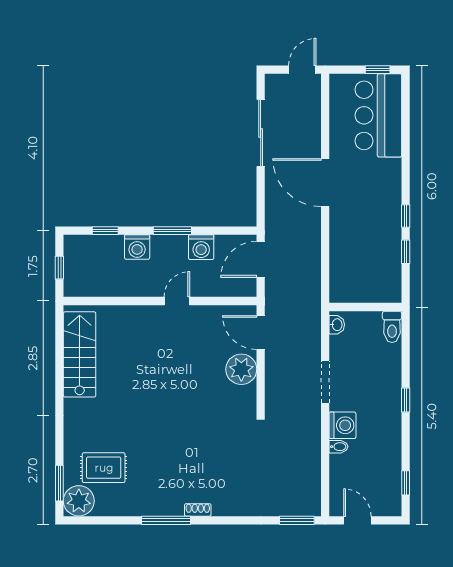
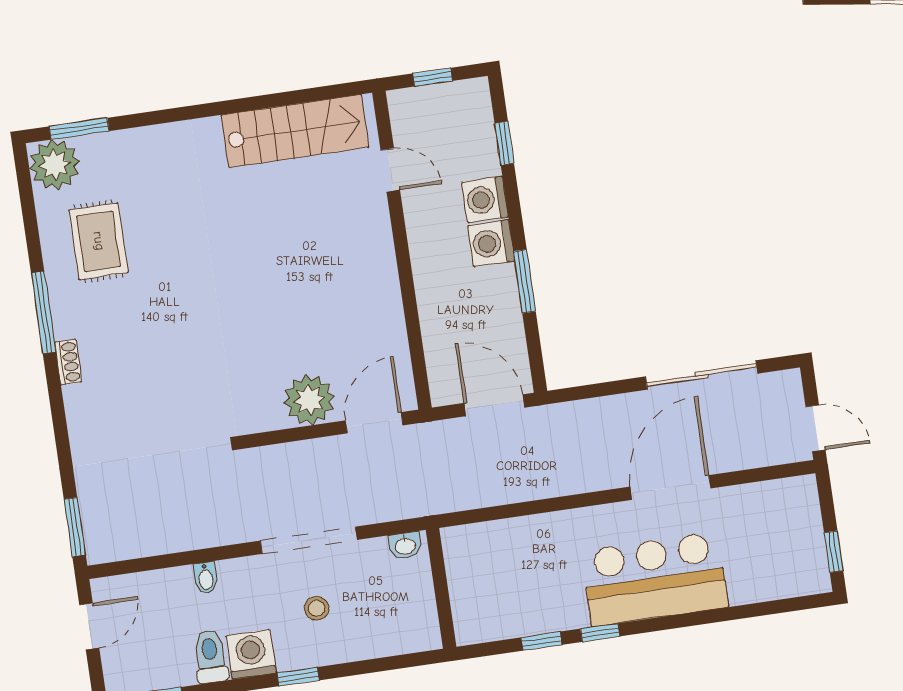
bar counter: (378, 115) -> (655, 579), moved
door: (325, 183) -> (670, 487), moved
window: (172, 231) -> (524, 281), moved
washing machine: (201, 247) -> (491, 243), moved
door: (177, 301) -> (390, 170), moved
toilet: (392, 327) -> (210, 656), moved, turned 90
doorway: (325, 382) -> (309, 540), width x1.36
stool: (366, 383) -> (317, 608), added
washing machine: (342, 425) -> (251, 654), moved, turned 180
rug: (104, 468) -> (99, 241), moved

